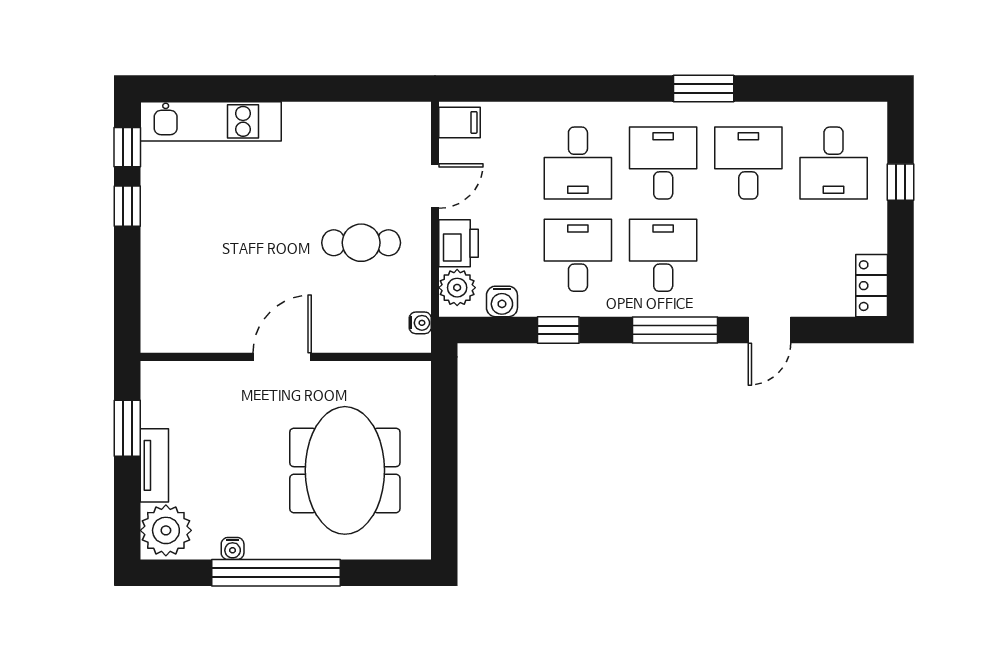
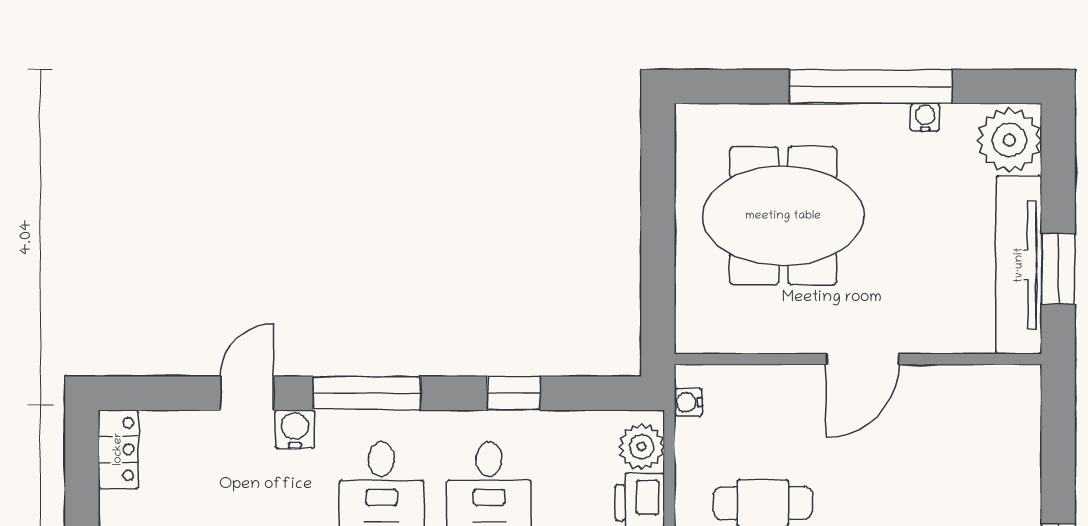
water cooler: (502, 301) -> (295, 429), moved
tv unit: (154, 465) -> (1019, 265), width x1.92, depth x1.29
meeting table: (345, 470) -> (783, 216), turned 90

